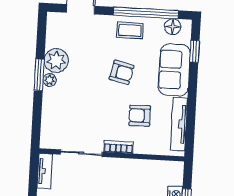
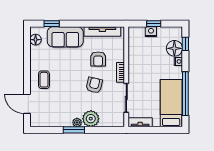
window: (146, 13) -> (27, 59), removed
coffee table: (130, 30) -> (44, 80), moved
plant: (56, 60) -> (91, 119), moved
armchair: (122, 72) -> (94, 85), moved

